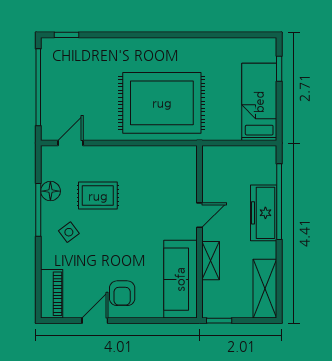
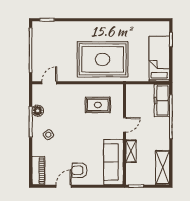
rug: (98, 196) -> (98, 105), moved
freezer: (264, 213) -> (162, 101), moved
armchair: (122, 293) -> (79, 170), turned 90

